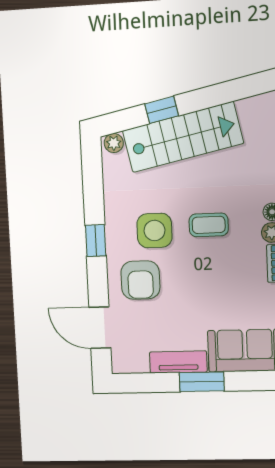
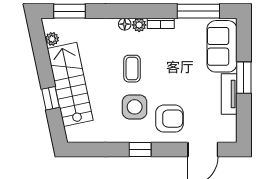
plant: (114, 143) -> (52, 39), moved

